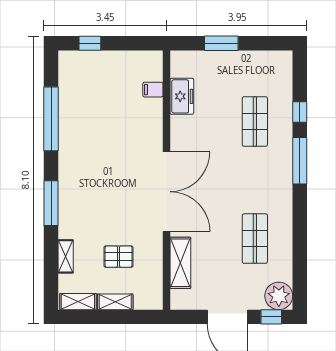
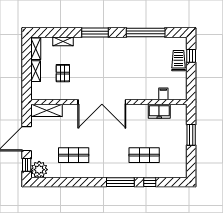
trolley: (98, 64) -> (178, 61), added
shelving: (180, 263) -> (47, 110), moved

